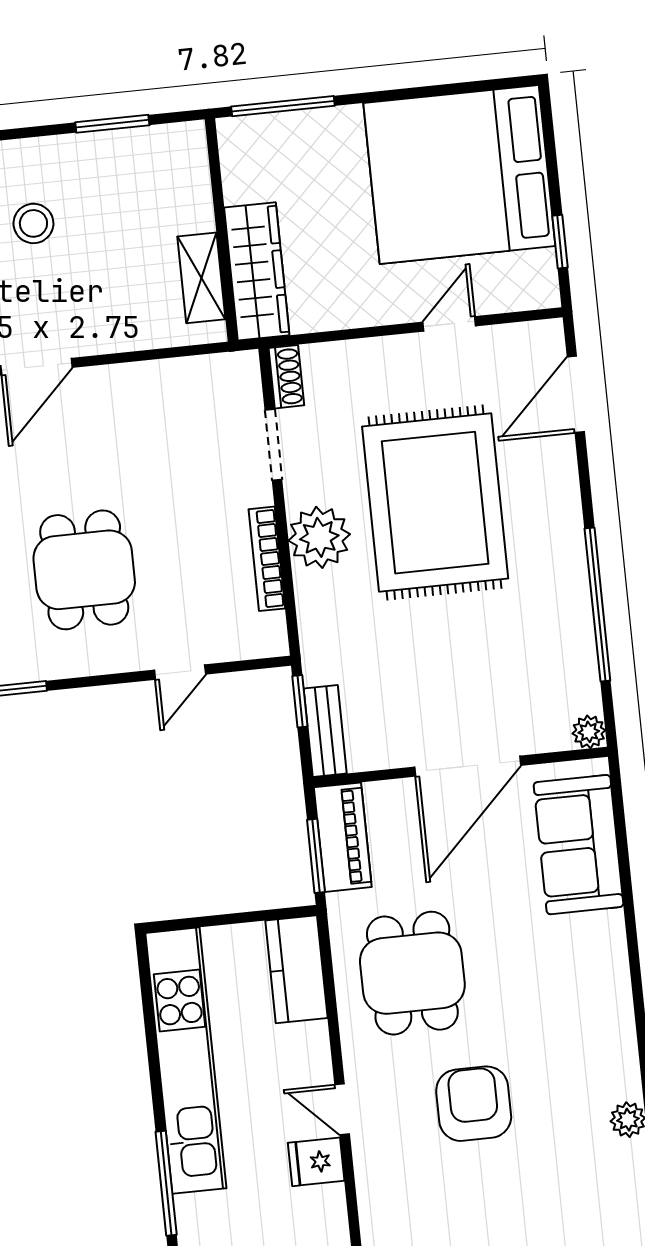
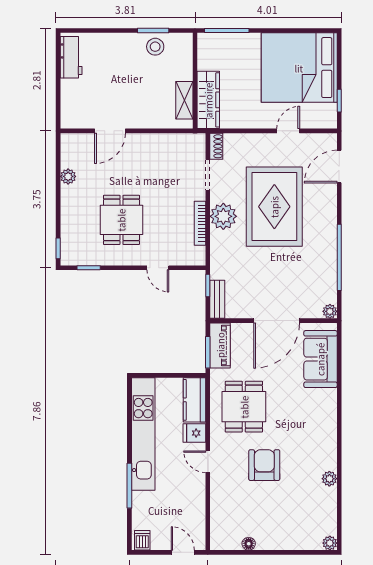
stool: (33, 223) -> (155, 47), moved
door: (180, 672) -> (158, 268), hinge flipped
fridge: (316, 1162) -> (194, 433), moved

